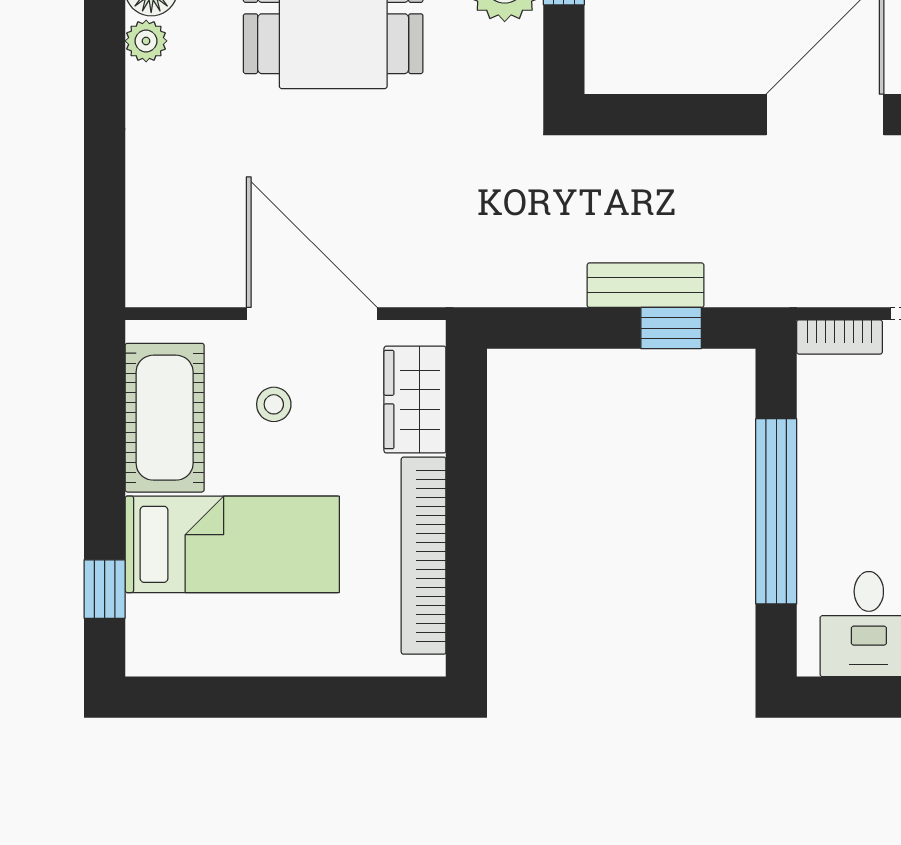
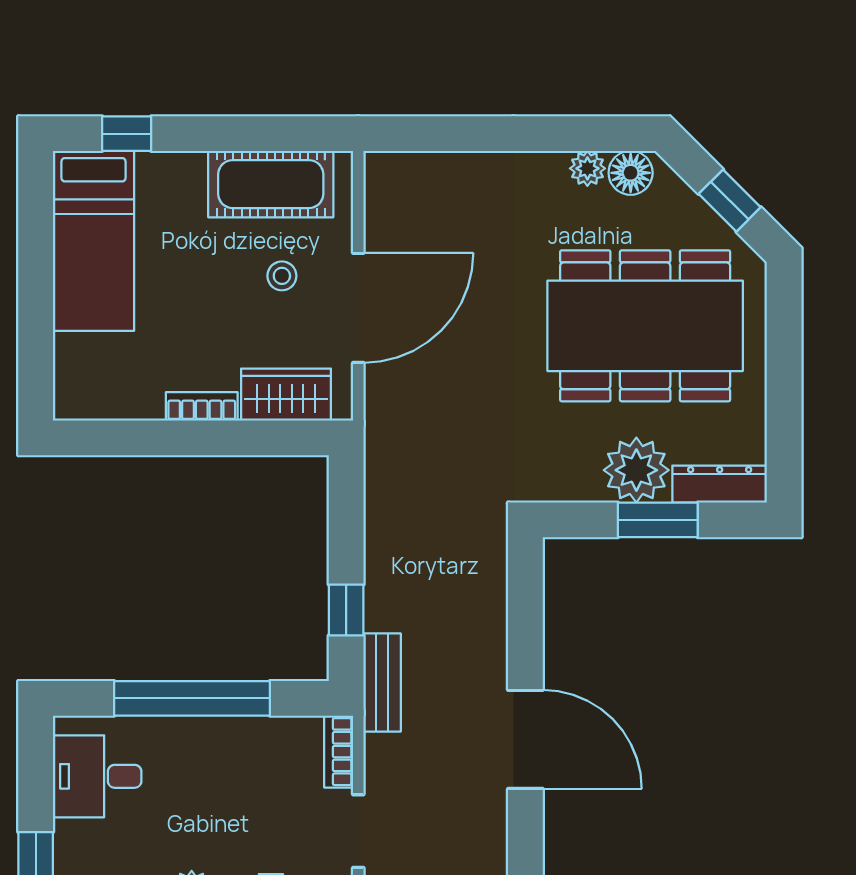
bench: (646, 285) -> (382, 682), moved
bed: (232, 544) -> (94, 241), moved
bookcase: (424, 556) -> (202, 406), width x0.43, depth x0.76

